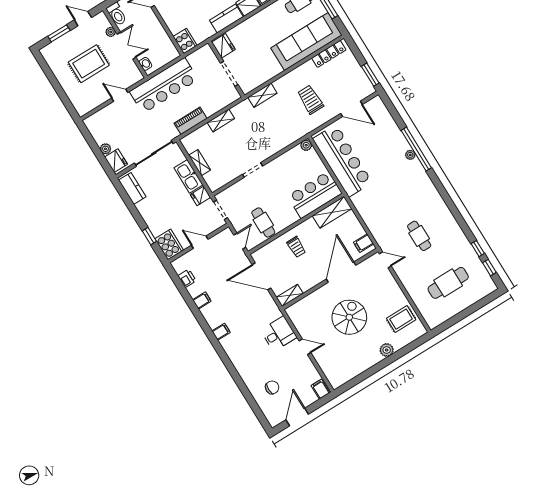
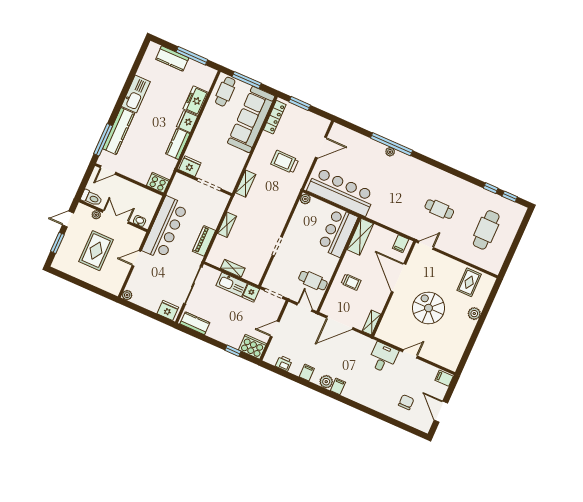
window: (370, 75) -> (300, 103), moved
plant: (105, 149) -> (127, 295), moved
plant: (213, 320) -> (326, 382), added

